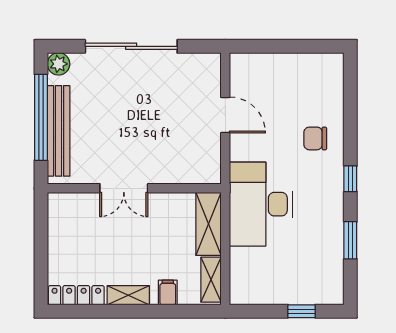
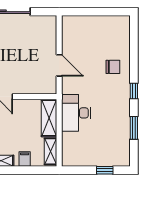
door: (225, 115) -> (59, 65), moved
chair: (315, 138) -> (113, 67), turned 180
desk: (261, 204) -> (76, 113), width x0.73, depth x0.77

